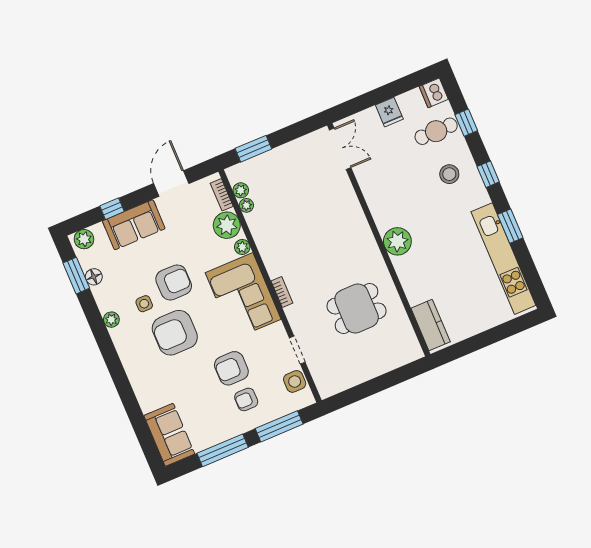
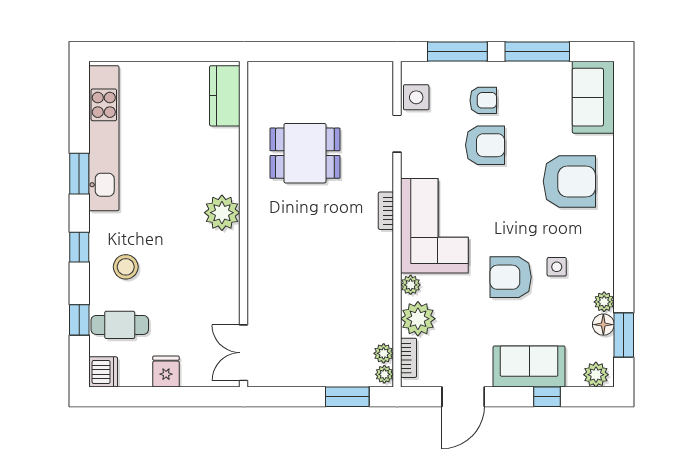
plant: (246, 205) -> (384, 374), moved
plant: (111, 320) -> (604, 302), moved
armchair: (175, 333) -> (569, 181), moved

